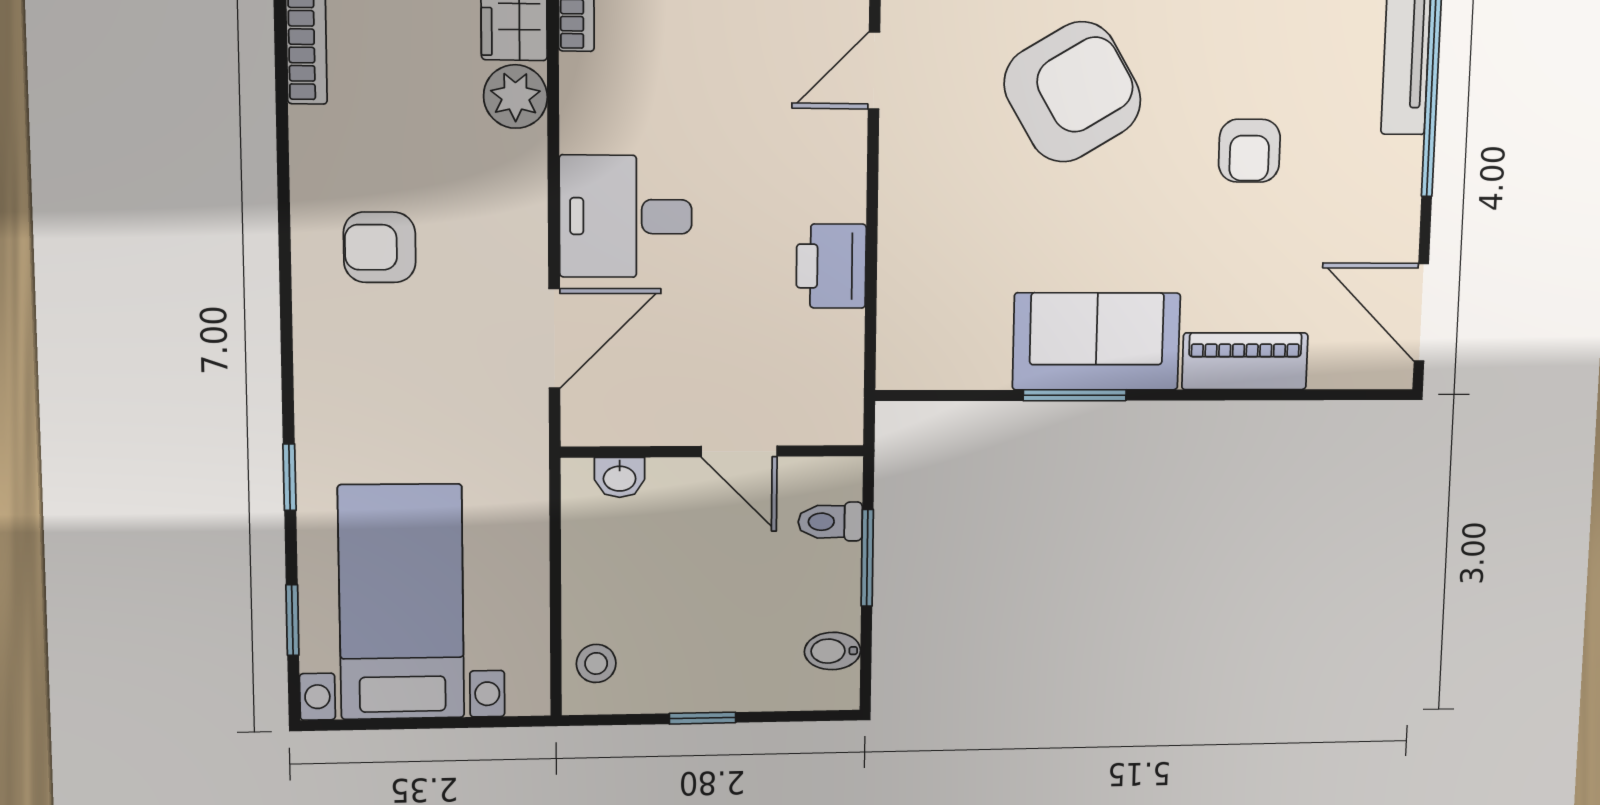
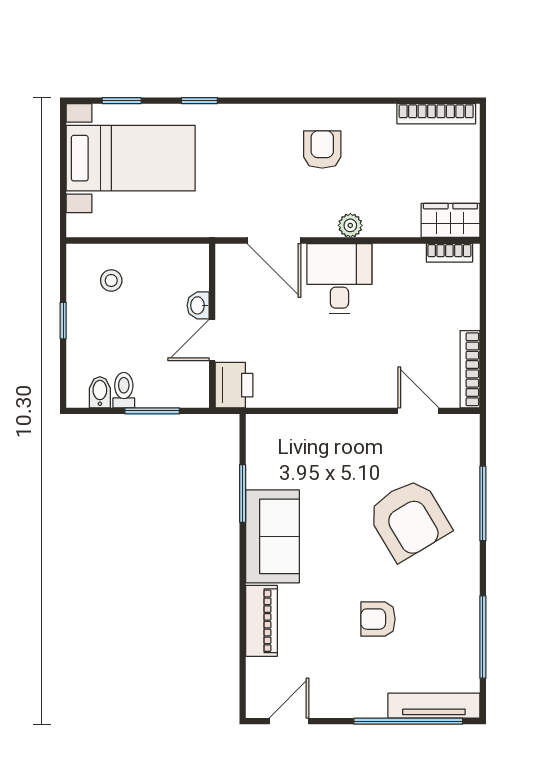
plant: (515, 97) -> (350, 225), moved, width x0.73, depth x0.73
printer: (831, 266) -> (234, 385), moved, turned 90
door: (1421, 312) -> (289, 721), width x0.73
window: (1075, 395) -> (243, 493), moved
washbasin: (620, 477) -> (198, 305), moved
toilet: (830, 522) -> (124, 390), moved
stool: (596, 663) -> (111, 281), moved

